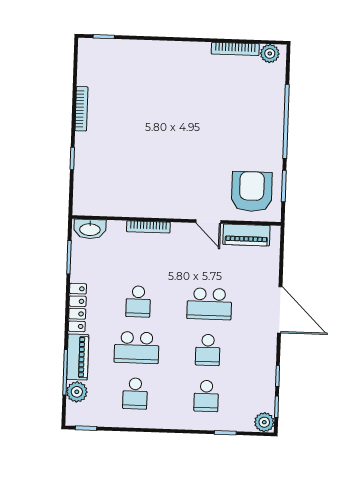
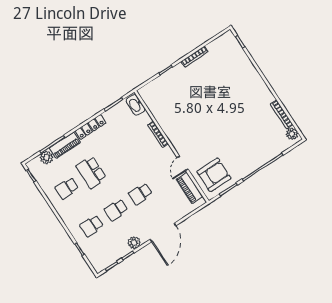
school desk: (138, 301) -> (116, 156), removed
school desk: (209, 304) -> (140, 194), width x0.54
plant: (264, 422) -> (134, 243), moved

